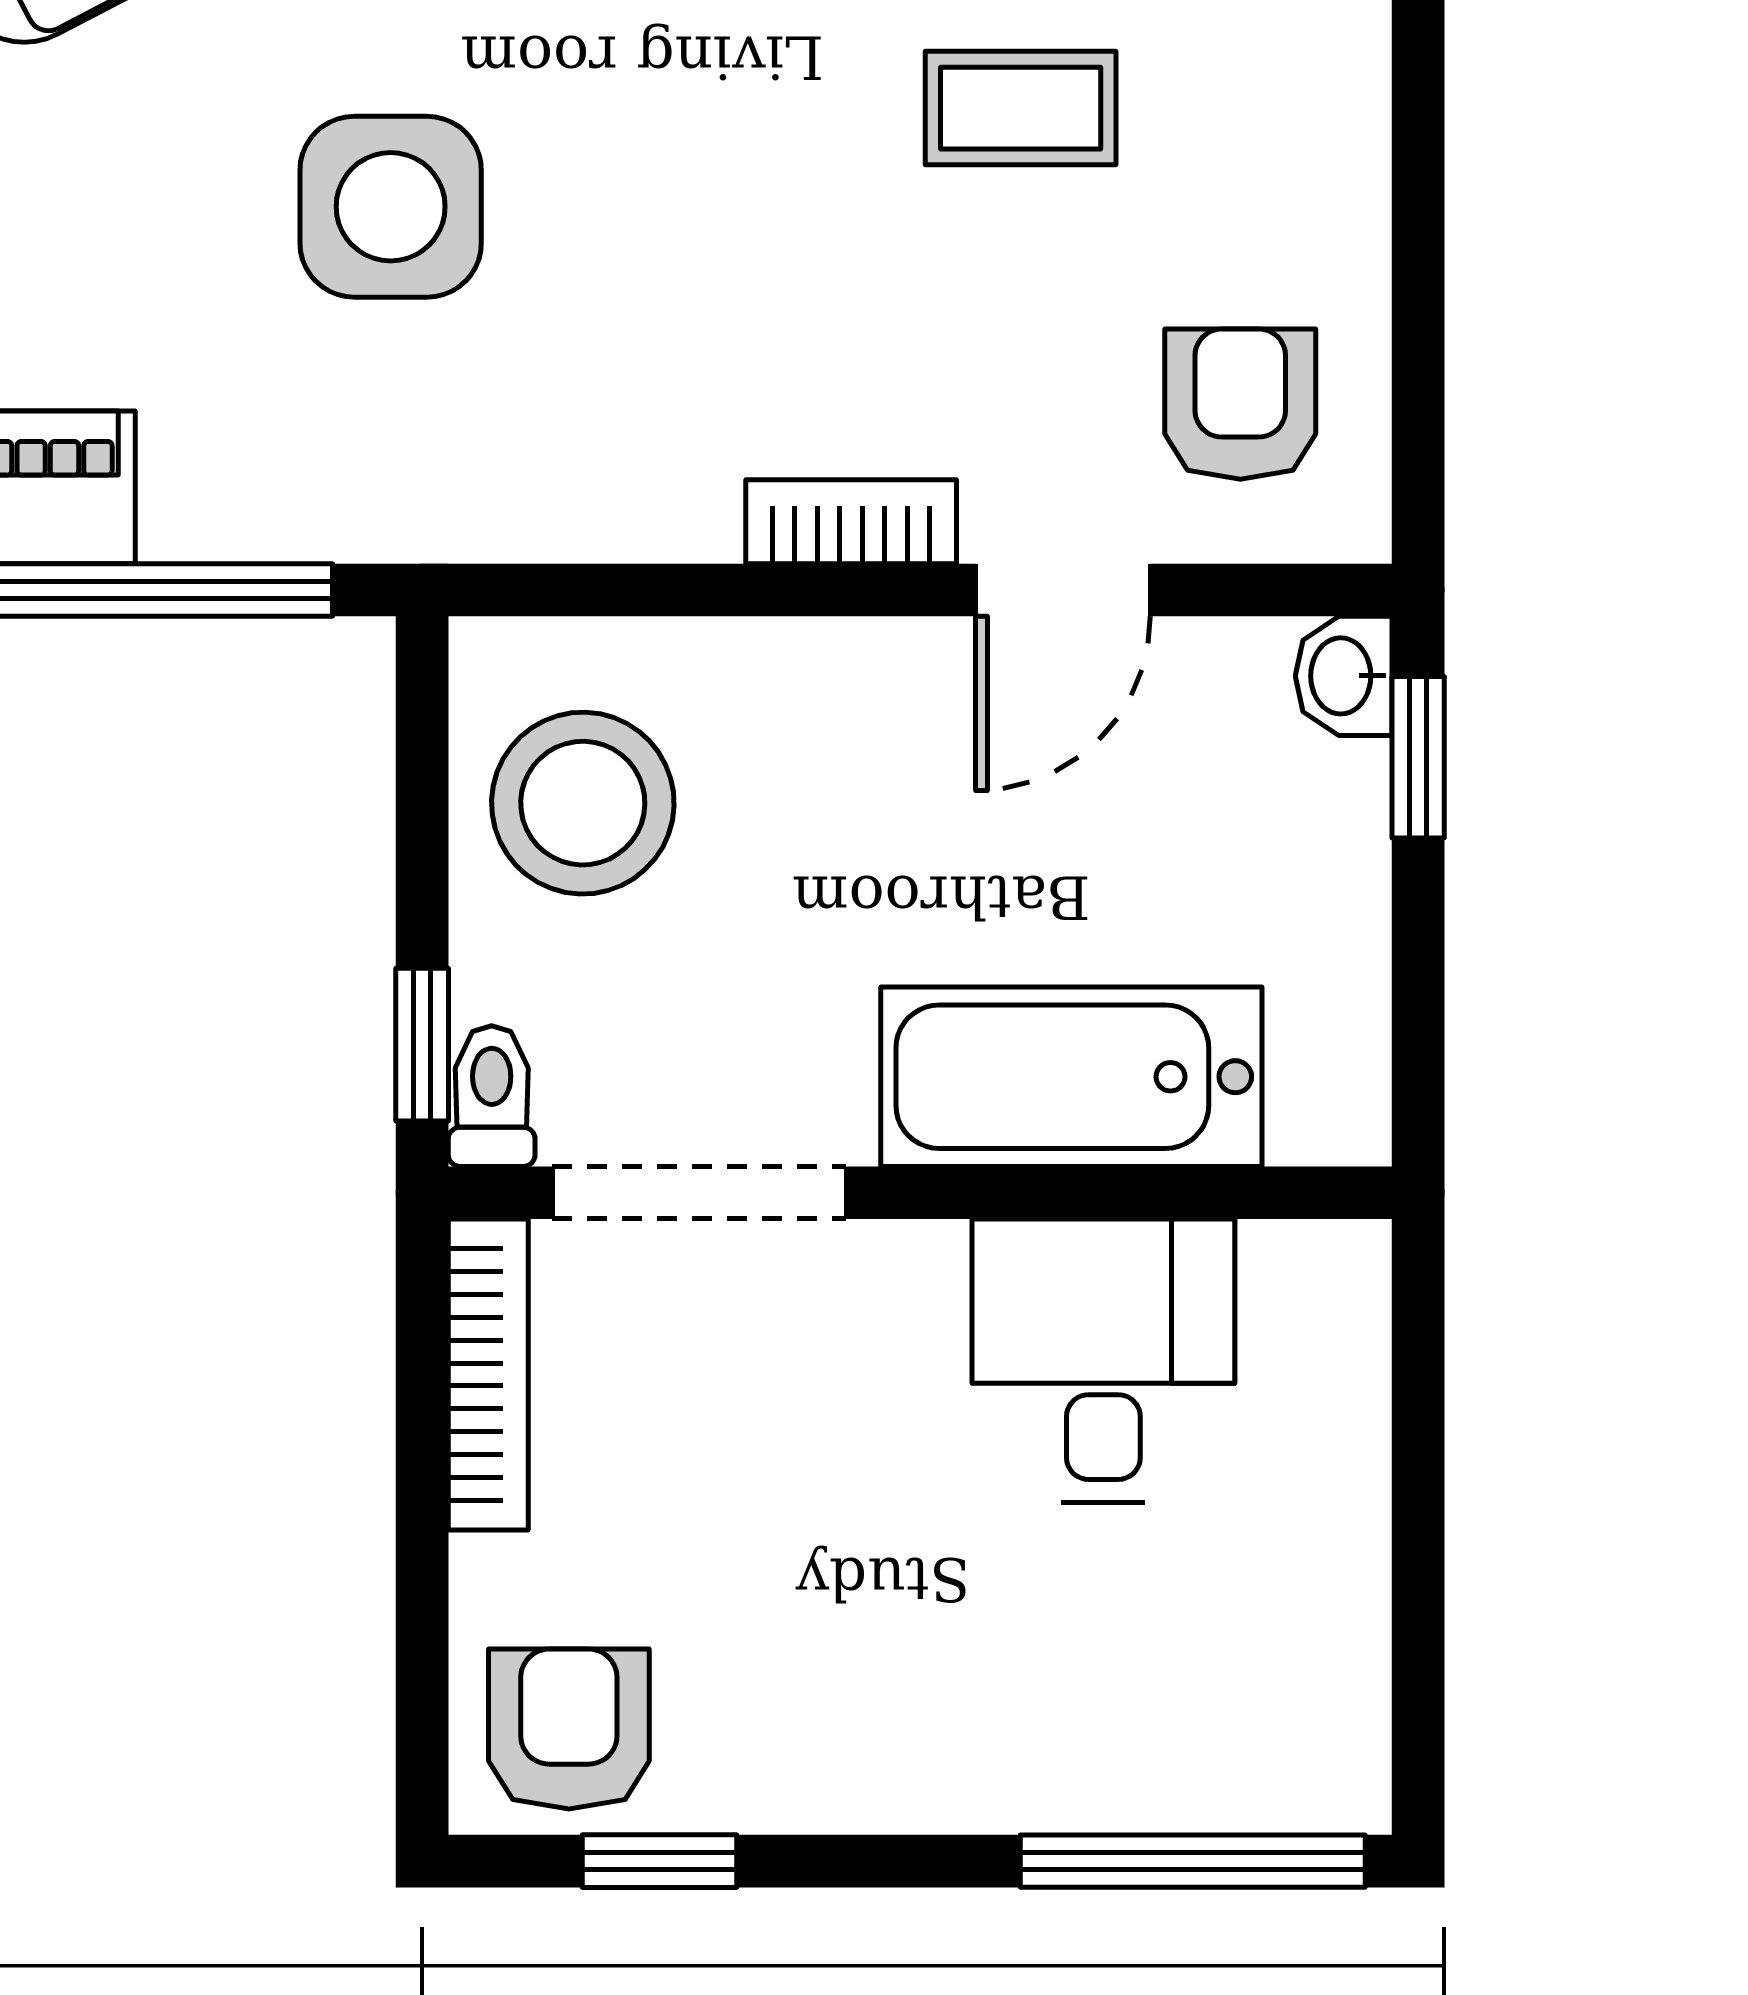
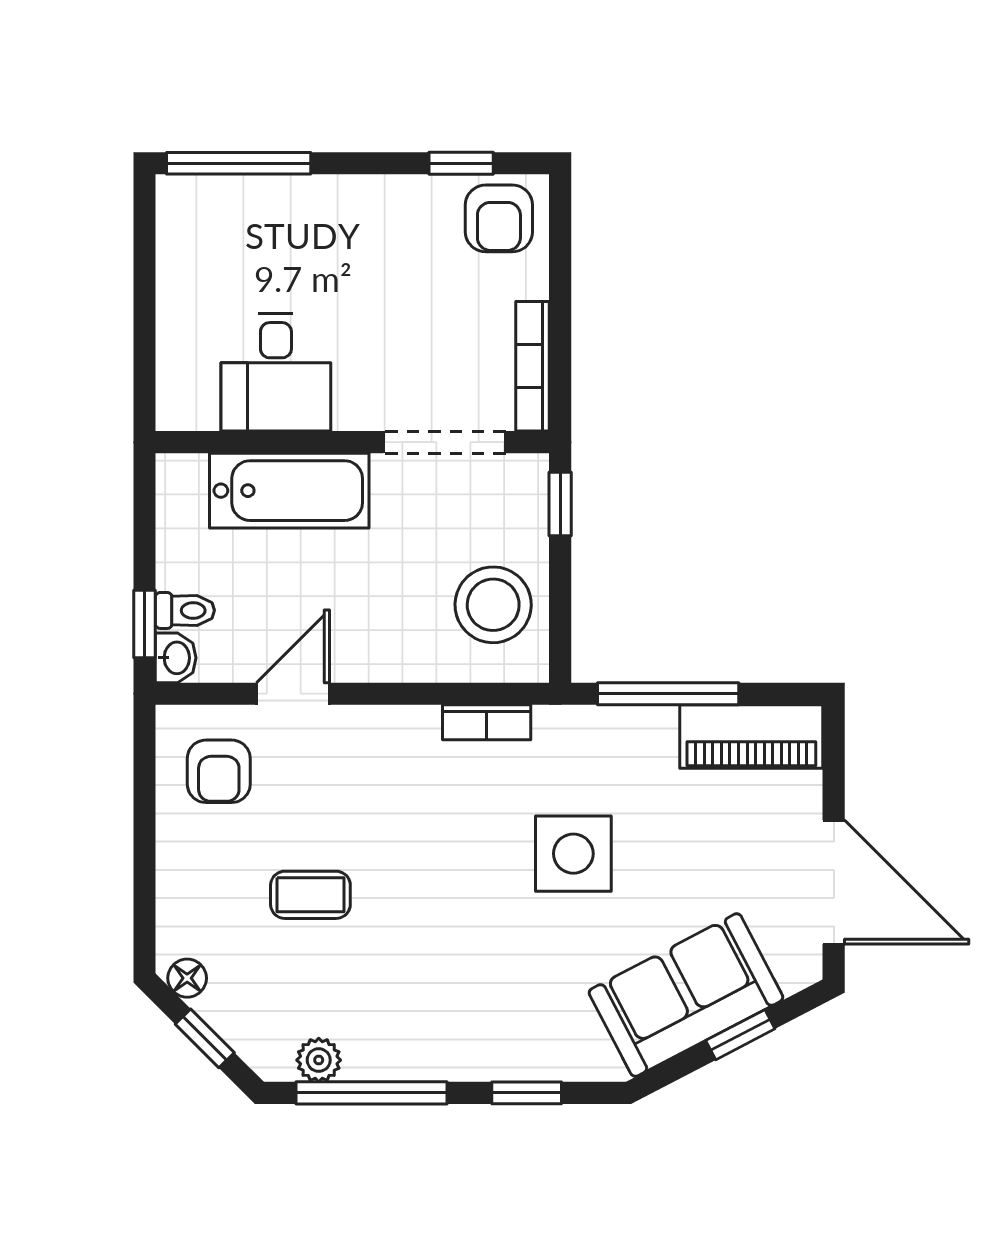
bookcase: (851, 522) -> (487, 722), moved
toilet: (492, 1096) -> (185, 610), moved, turned -90

